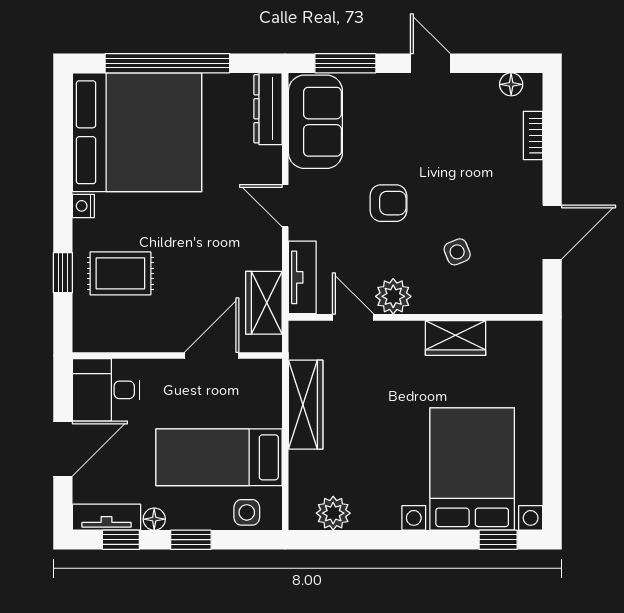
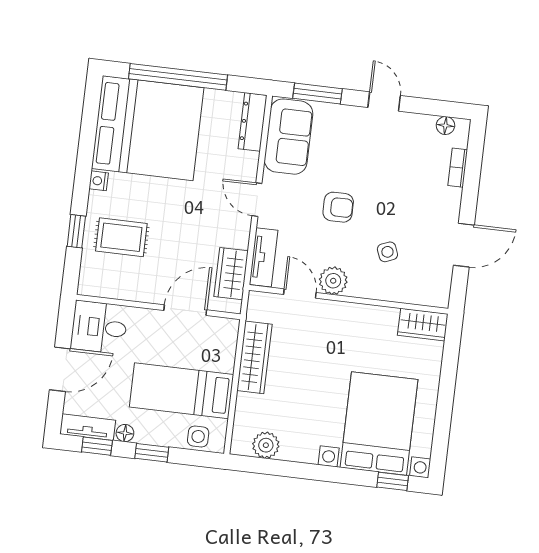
wardrobe: (456, 338) -> (423, 325), moved

